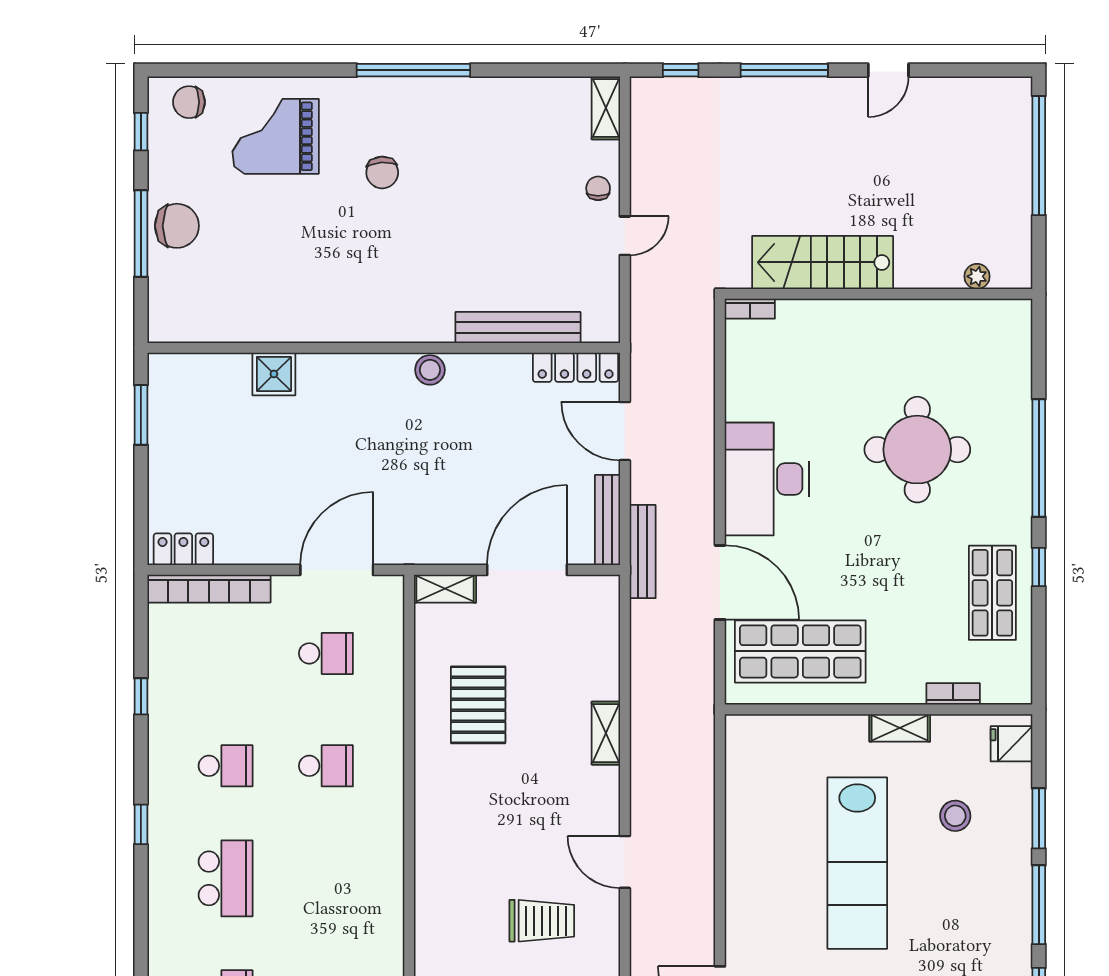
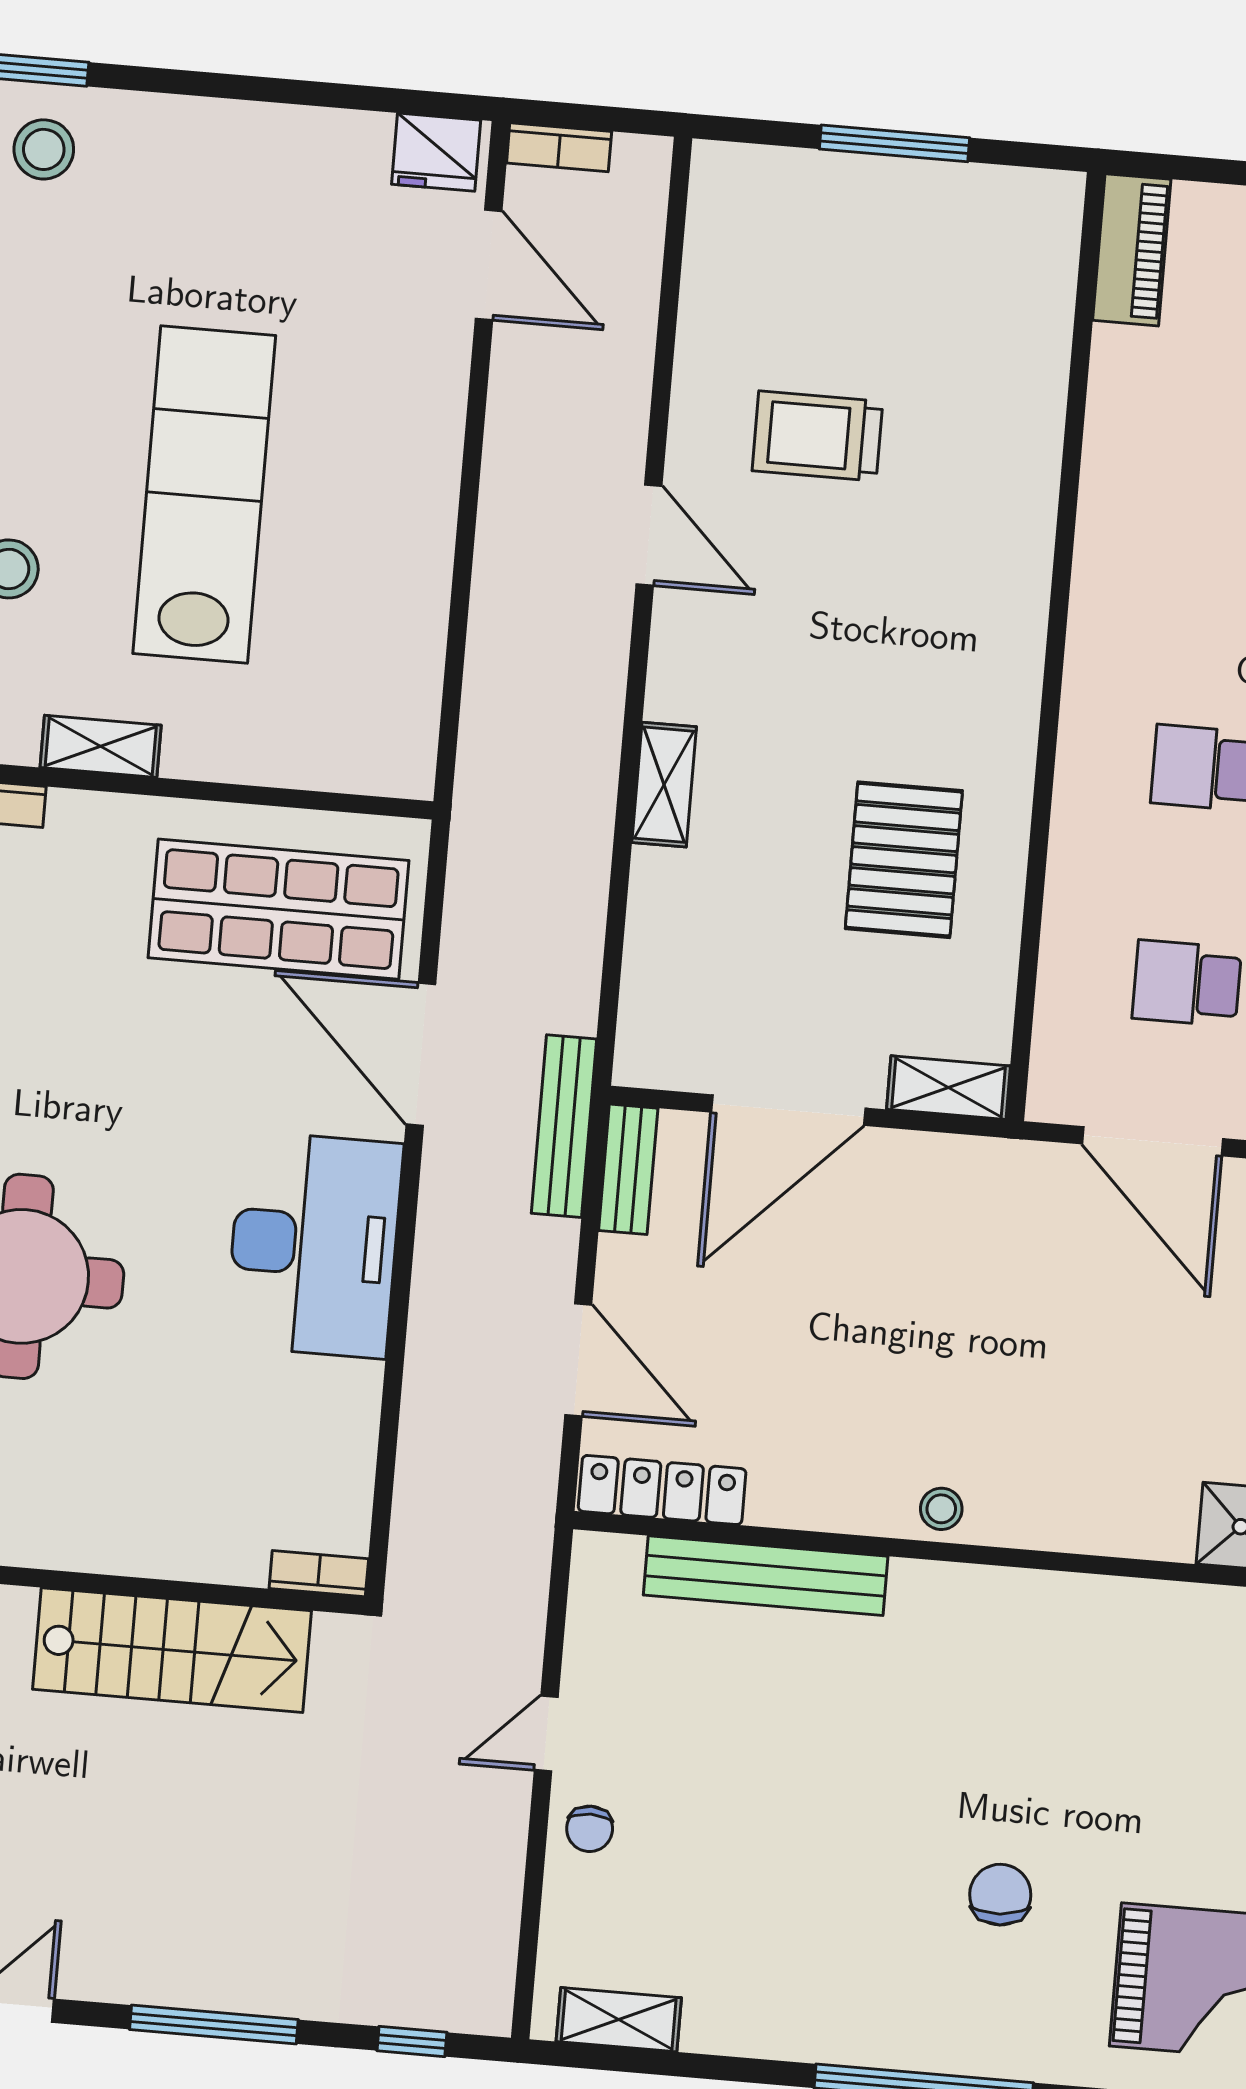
shelving: (606, 108) -> (619, 2020), moved, turned 90
stool: (430, 370) -> (941, 1509), width x0.73, depth x0.73
bench: (607, 520) -> (628, 1169), width x0.73
door: (337, 570) -> (1153, 1141), hinge flipped

